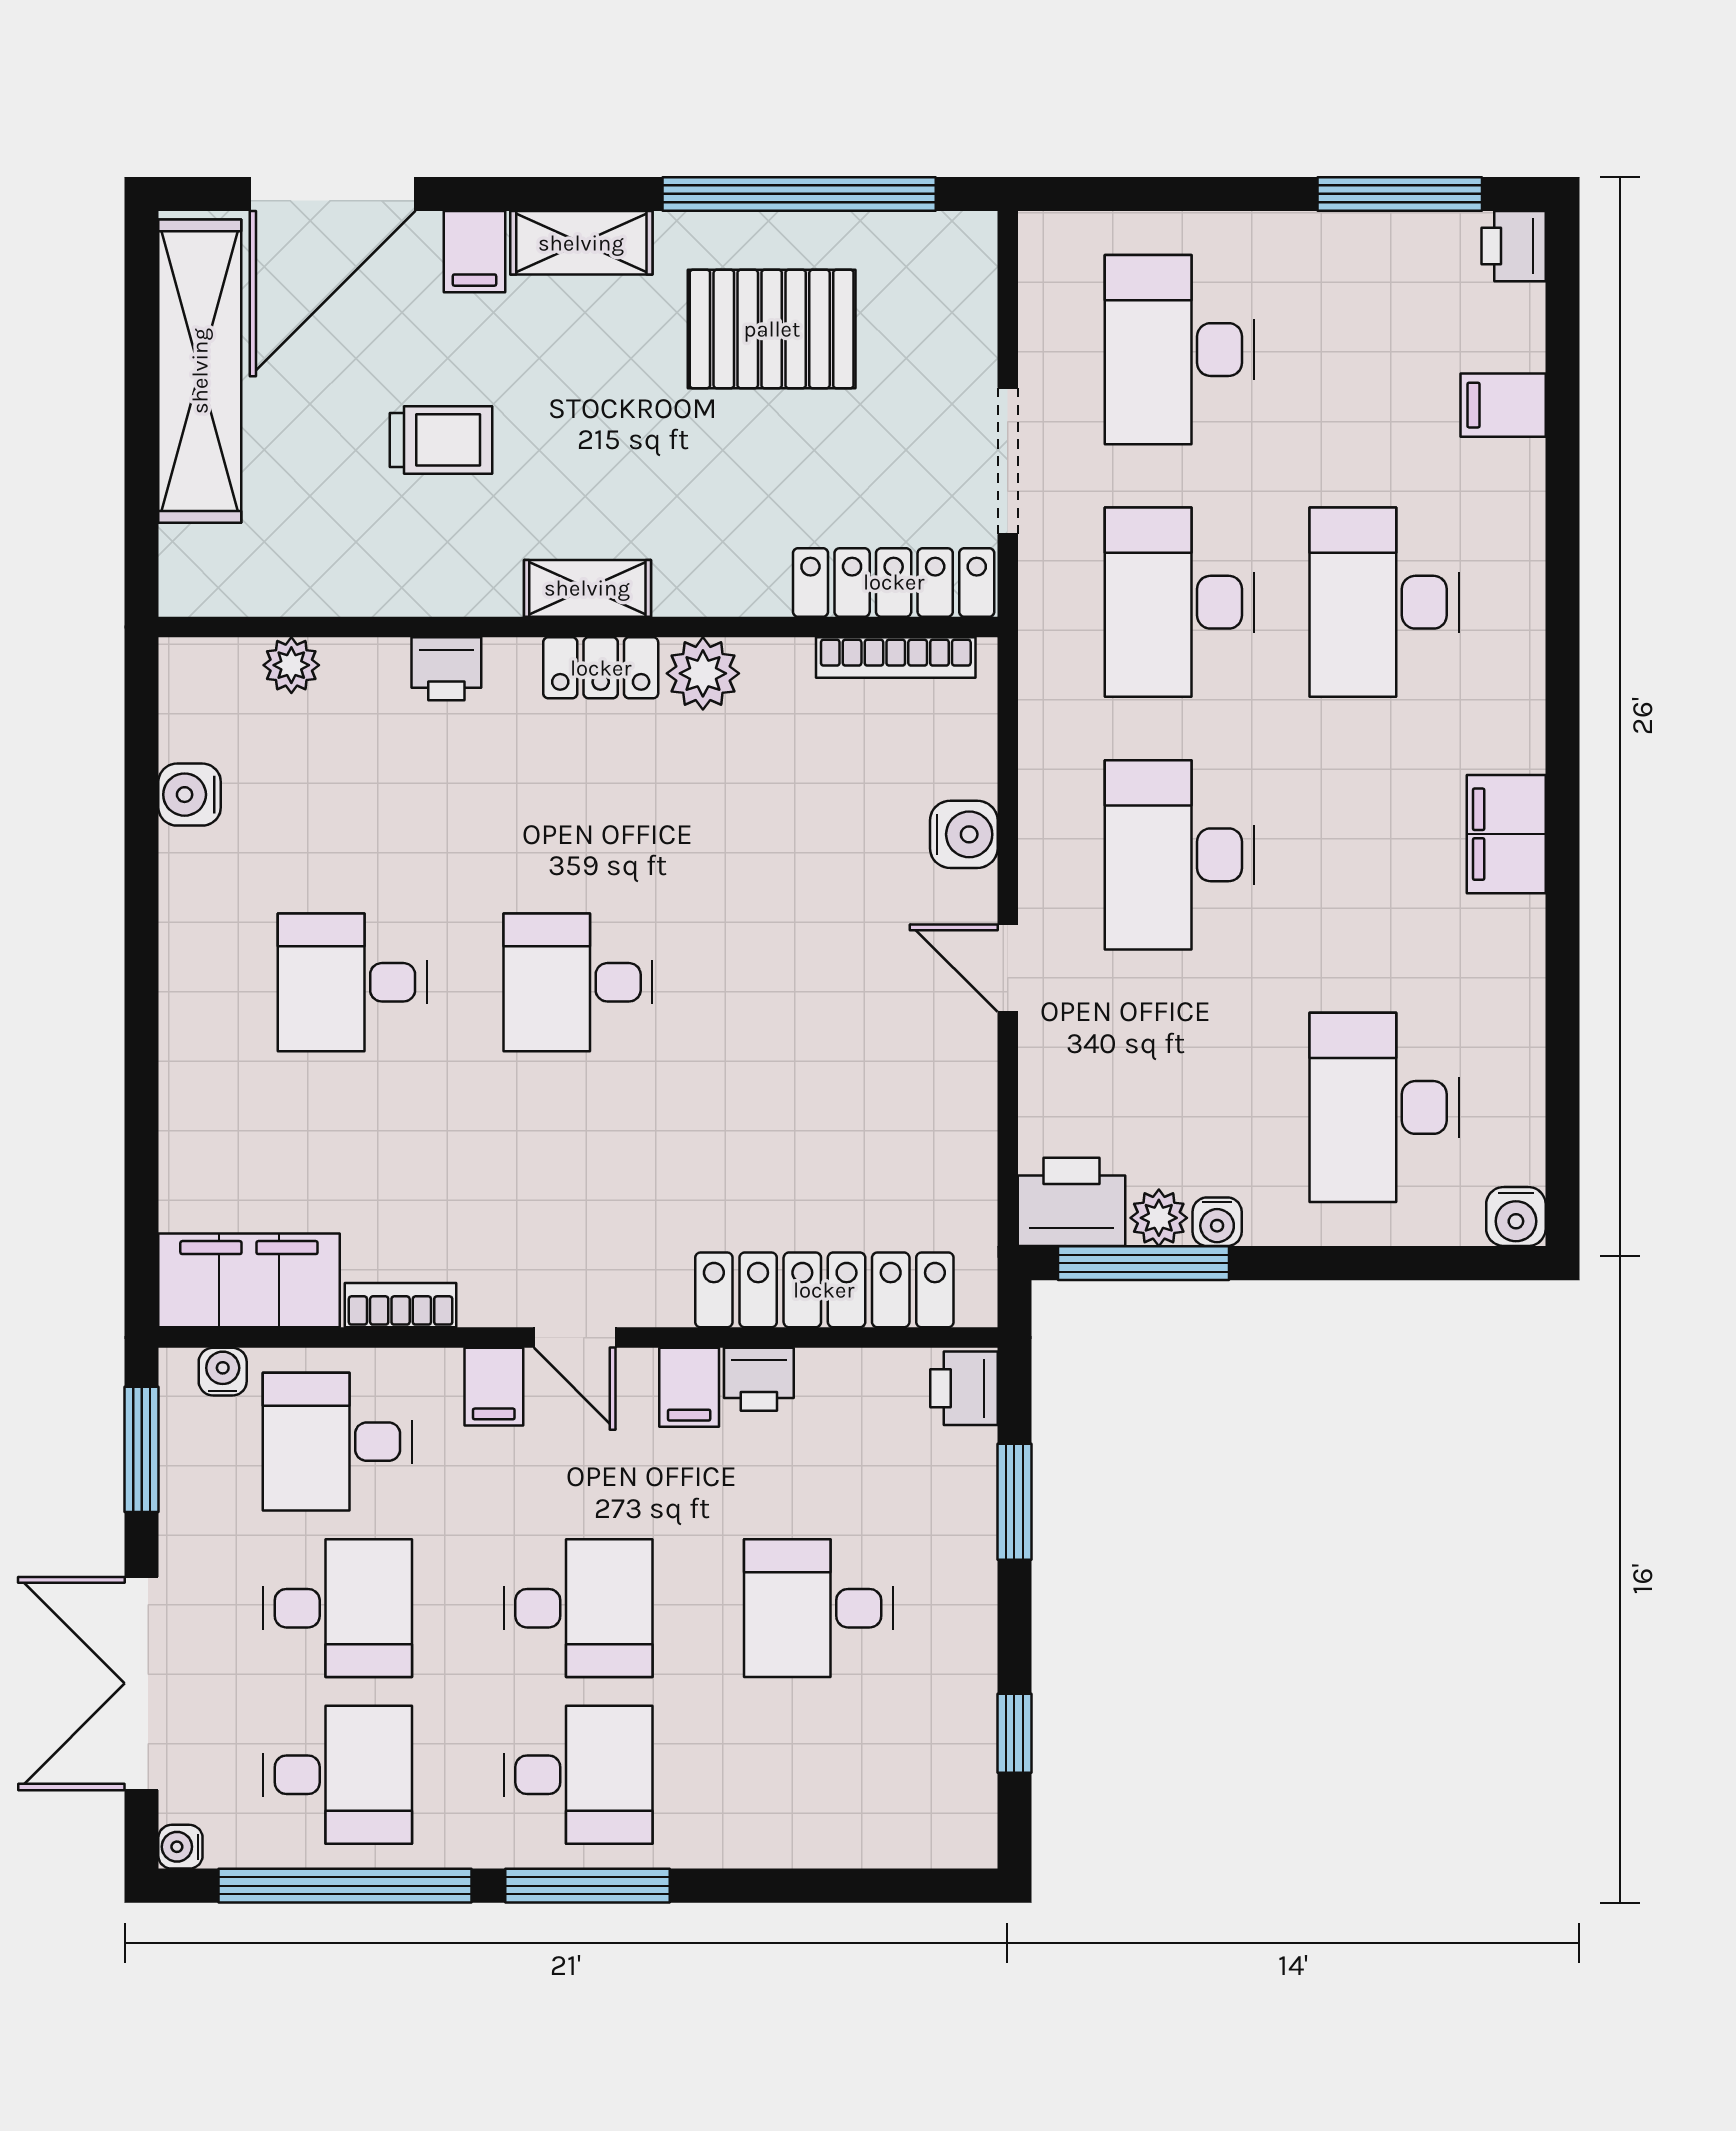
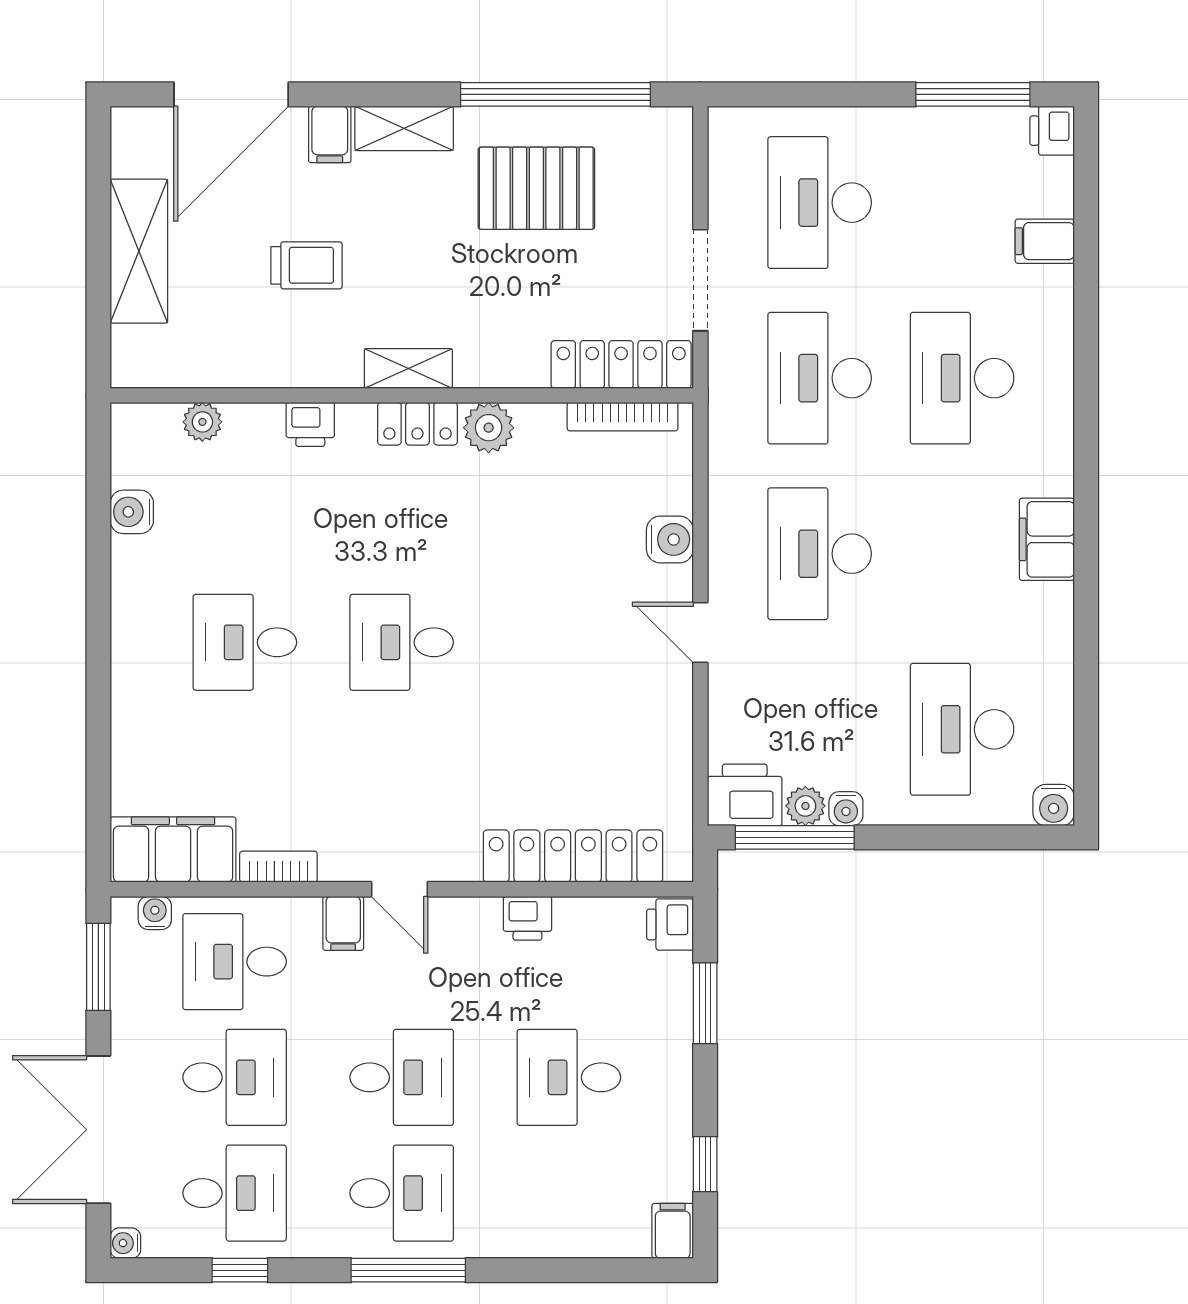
shelving: (200, 371) -> (139, 251), width x0.68
filing cabinet: (689, 1387) -> (673, 1231), moved, turned 180
window: (345, 1886) -> (240, 1270), width x0.32

